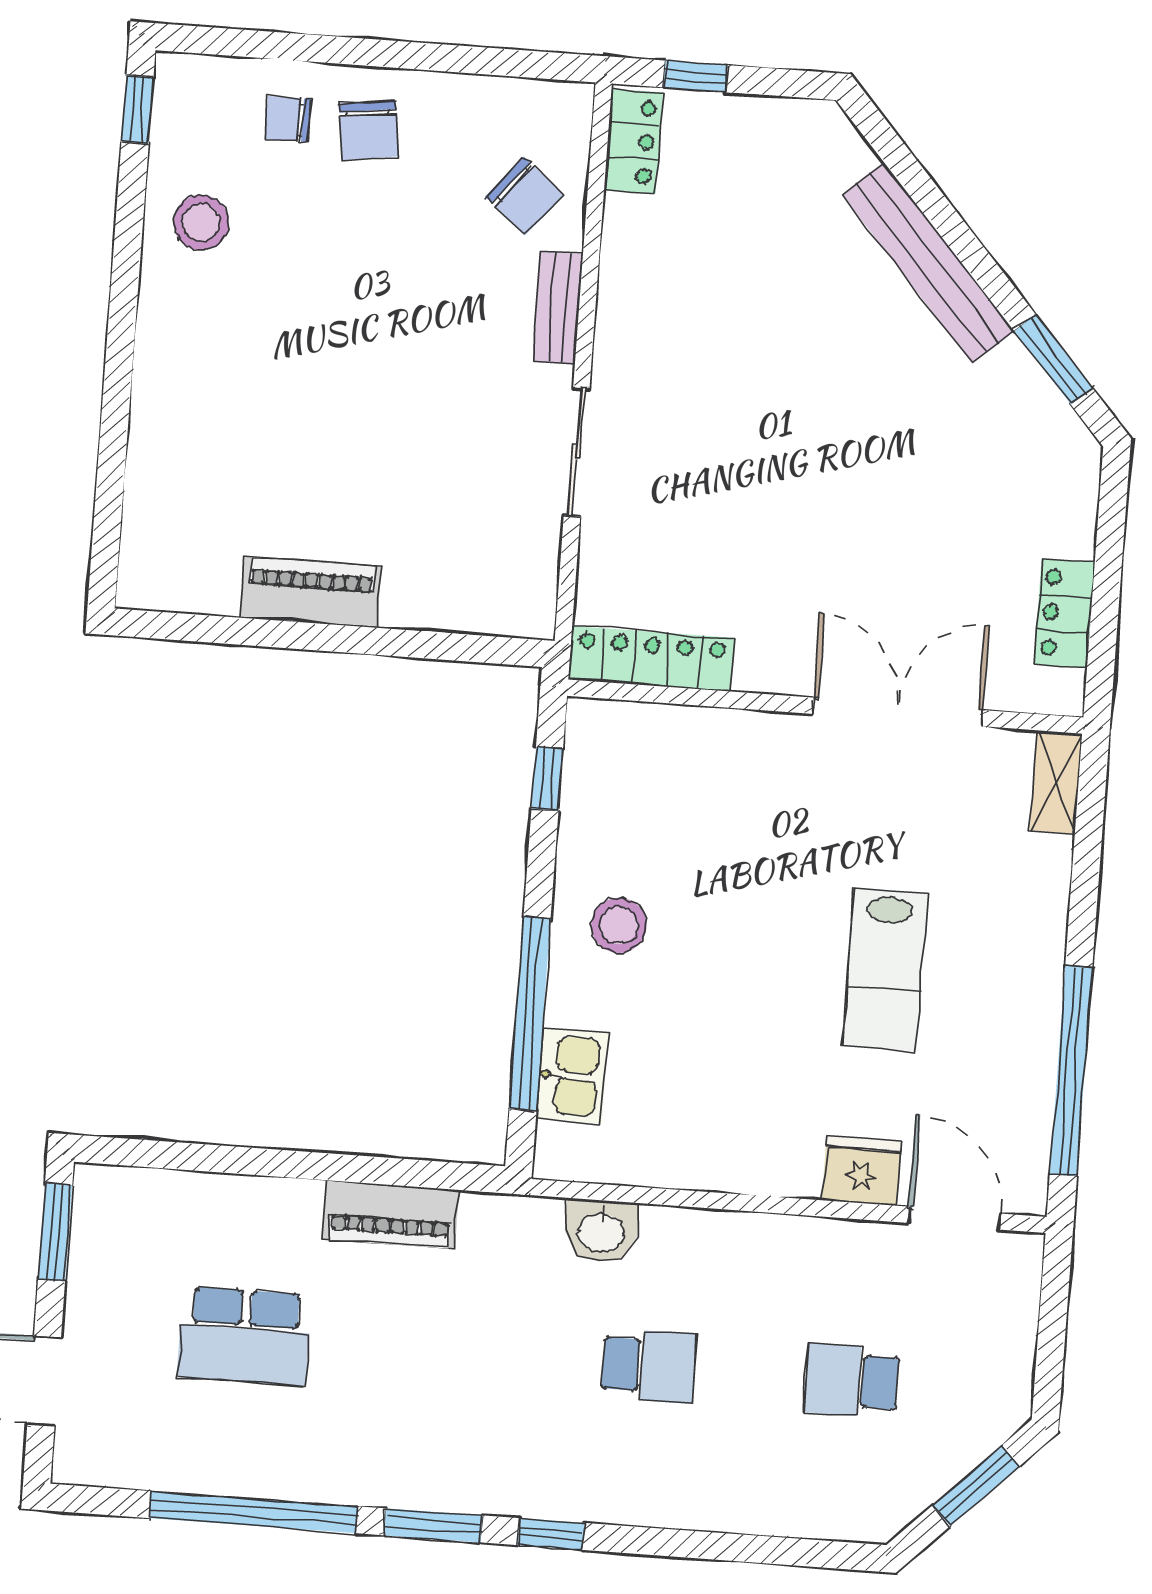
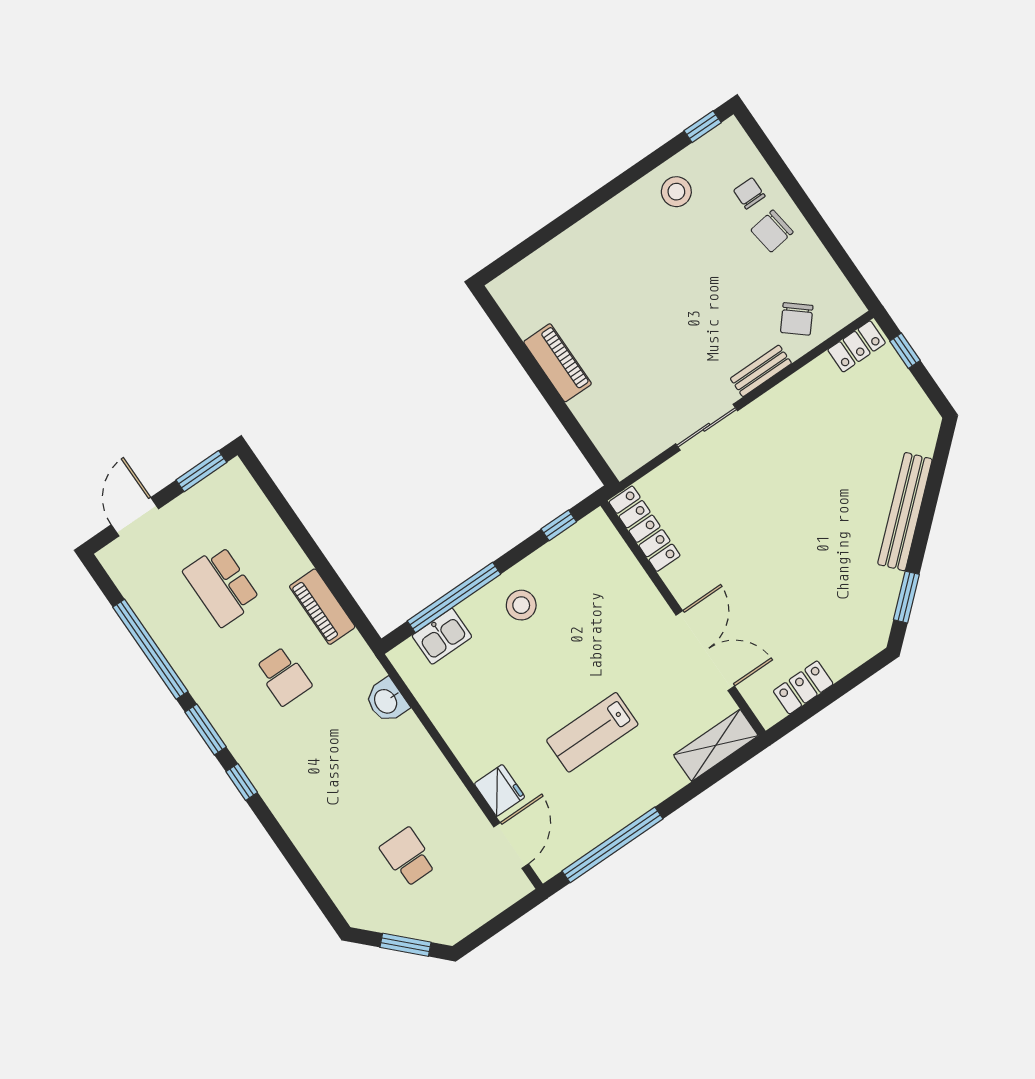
shelving: (1056, 782) -> (716, 745), width x1.50, depth x1.33
school desk: (649, 1366) -> (284, 676), moved

